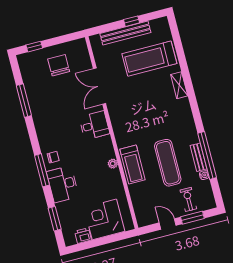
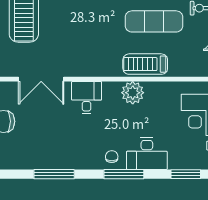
window: (24, 101) -> (54, 174), moved
plant: (113, 164) -> (133, 93), width x1.87, depth x1.87
treadmill: (133, 165) -> (145, 64), turned 180

